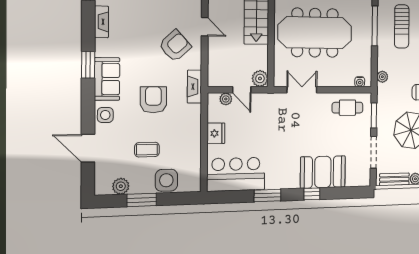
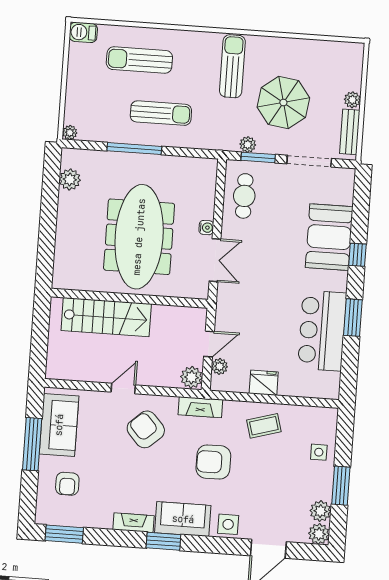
fireplace: (101, 22) -> (134, 523), moved
sun lounger: (402, 26) -> (161, 113), moved
plant: (382, 77) -> (248, 145), moved
plant: (260, 78) -> (192, 377), moved
water cooler: (360, 82) -> (206, 228), moved
double door: (302, 90) -> (215, 260), swing flipped
coffee table: (147, 150) -> (264, 426), moved, turned 74
bar counter: (236, 174) -> (322, 331), moved
side table: (166, 180) -> (319, 452), width x0.54, depth x0.54
plant: (103, 187) -> (319, 534), added

